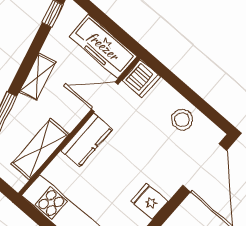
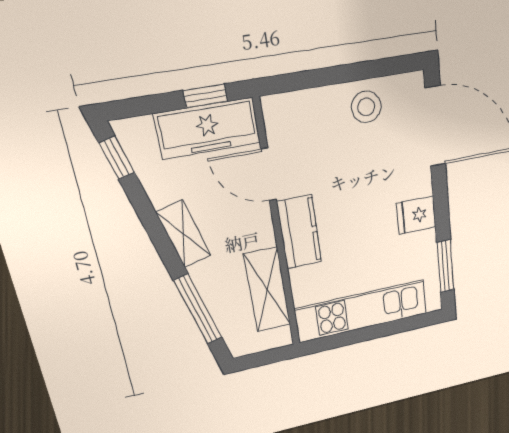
window: (118, 33) -> (205, 96), added
dishwasher: (141, 78) -> (282, 115), removed
door: (105, 97) -> (269, 175), hinge flipped

